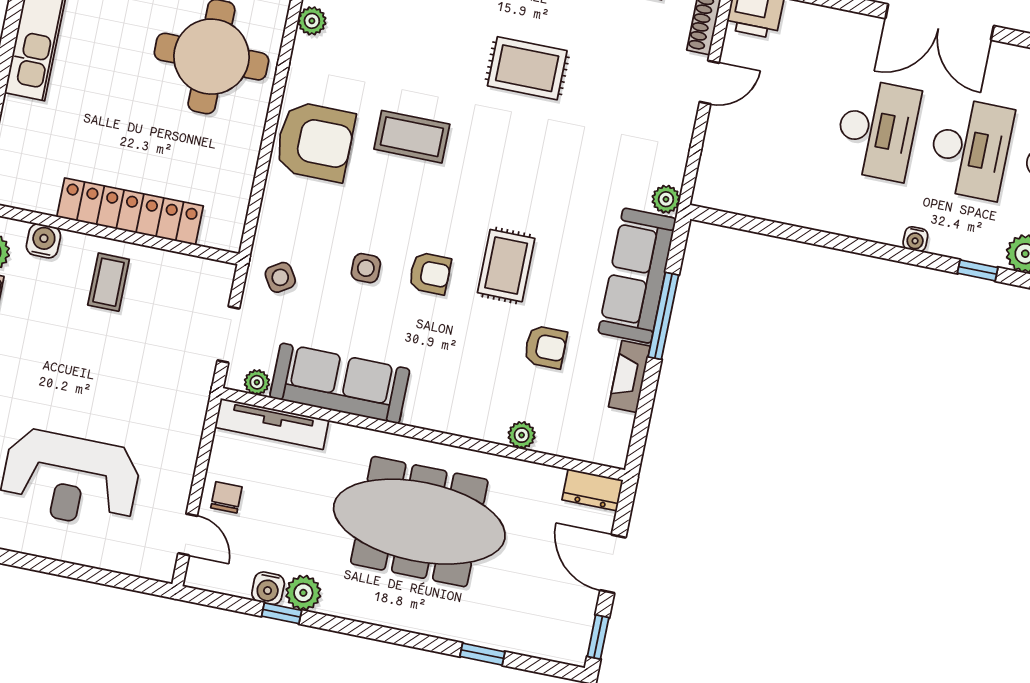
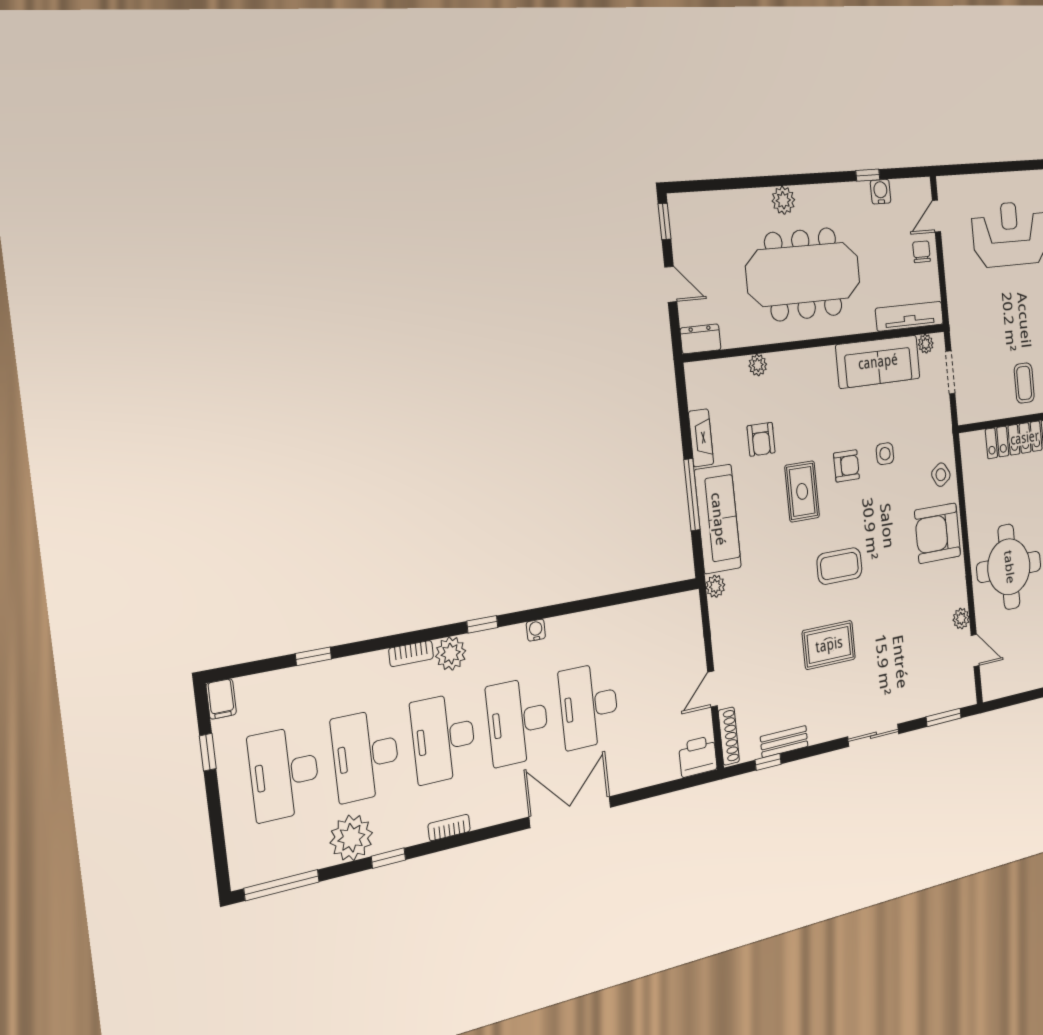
coffee table: (412, 137) -> (839, 566), moved
armchair: (430, 273) -> (846, 466), turned 180
side table: (280, 277) -> (941, 475), moved
armchair: (545, 347) -> (761, 439), turned -90
chair: (226, 497) -> (922, 252), turned 180
door: (188, 535) -> (936, 216), hinge flipped
door: (613, 564) -> (671, 284), width x0.73
plant: (303, 593) -> (783, 200), moved
window: (482, 654) -> (737, 183), removed

